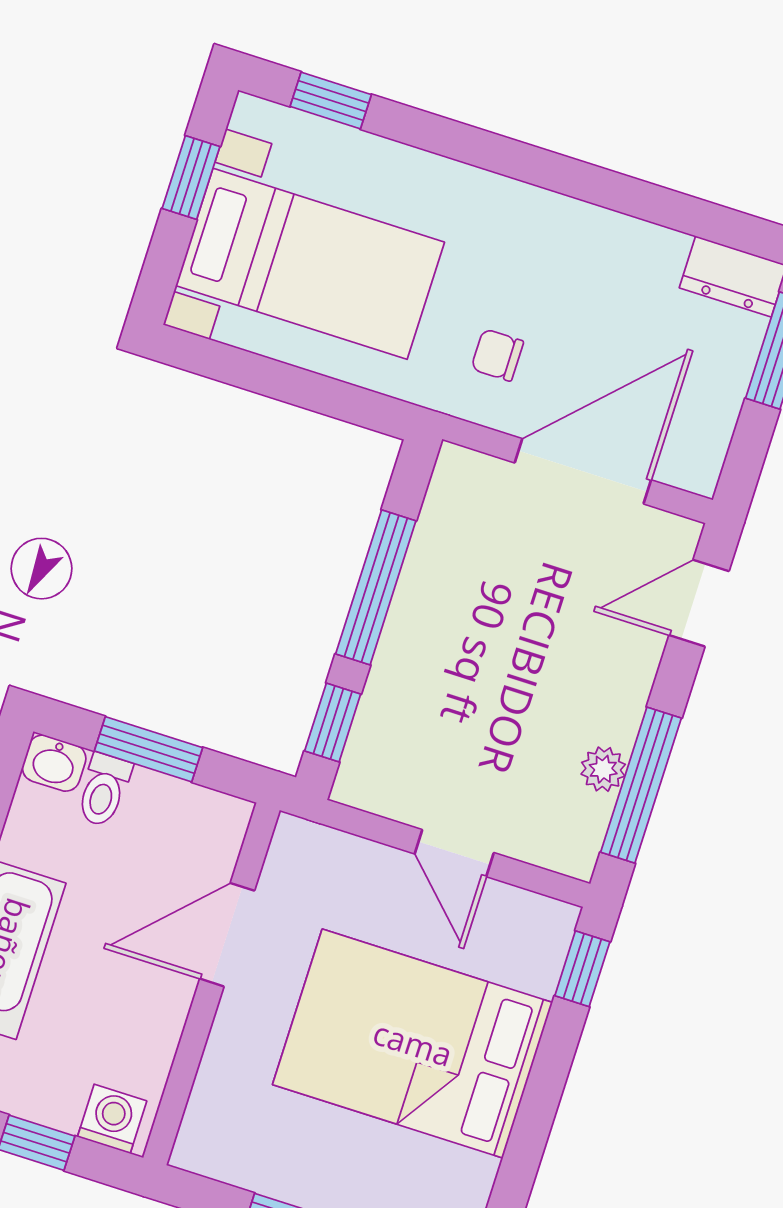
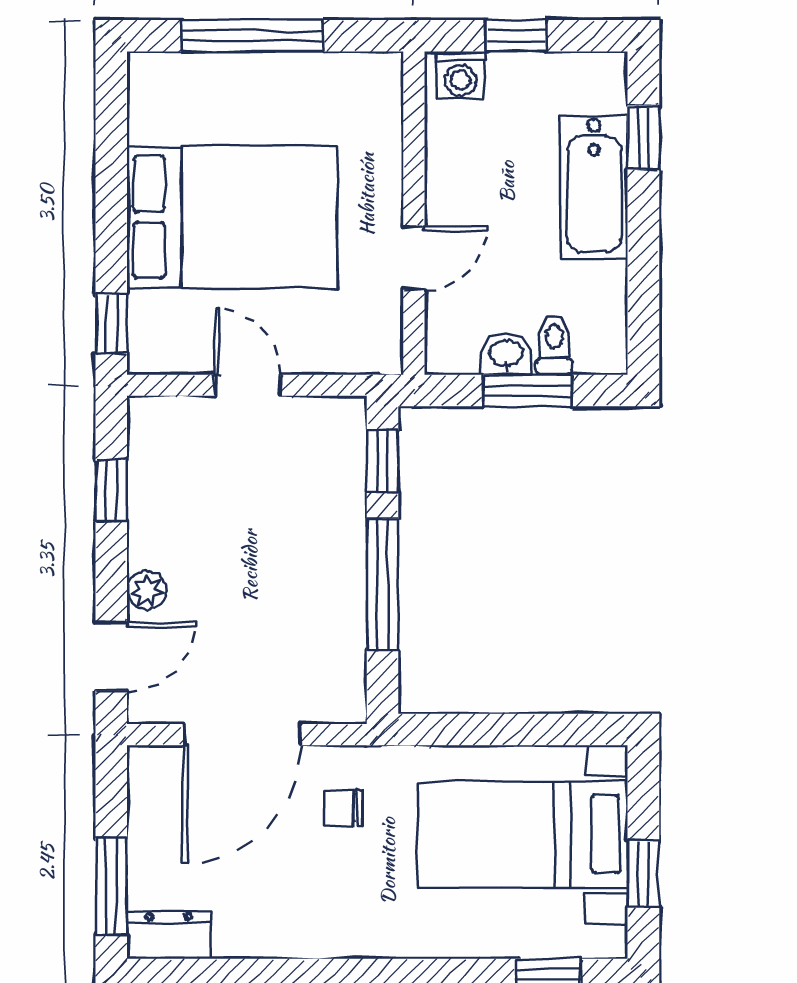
chair: (497, 355) -> (343, 808), turned 180
washbasin: (54, 763) -> (506, 354), moved
plant: (603, 769) -> (147, 590), moved
window: (641, 785) -> (111, 491), width x0.46
door: (227, 935) -> (414, 258), width x0.73

